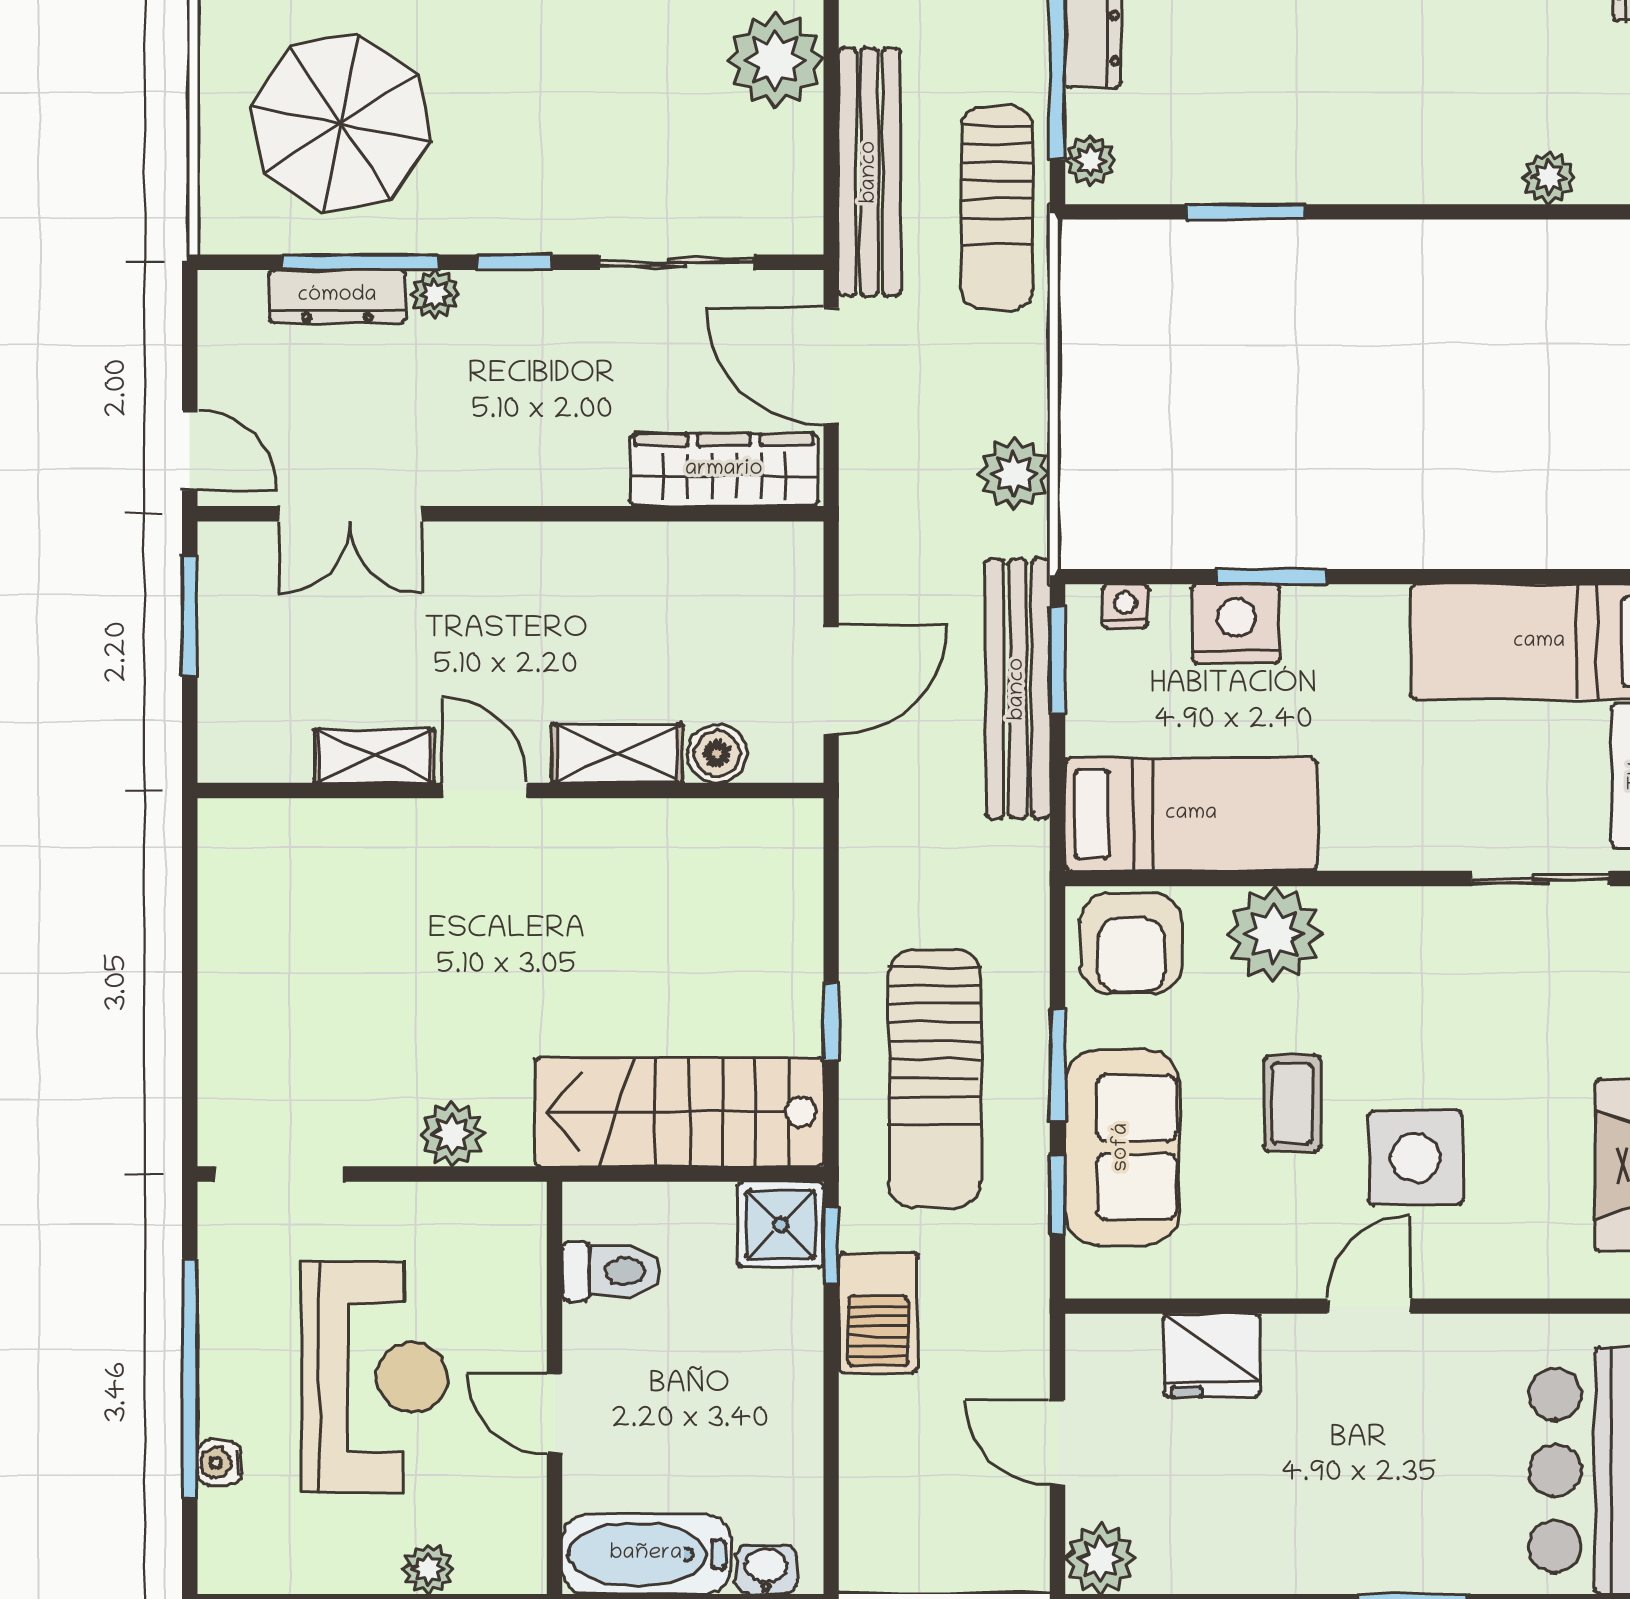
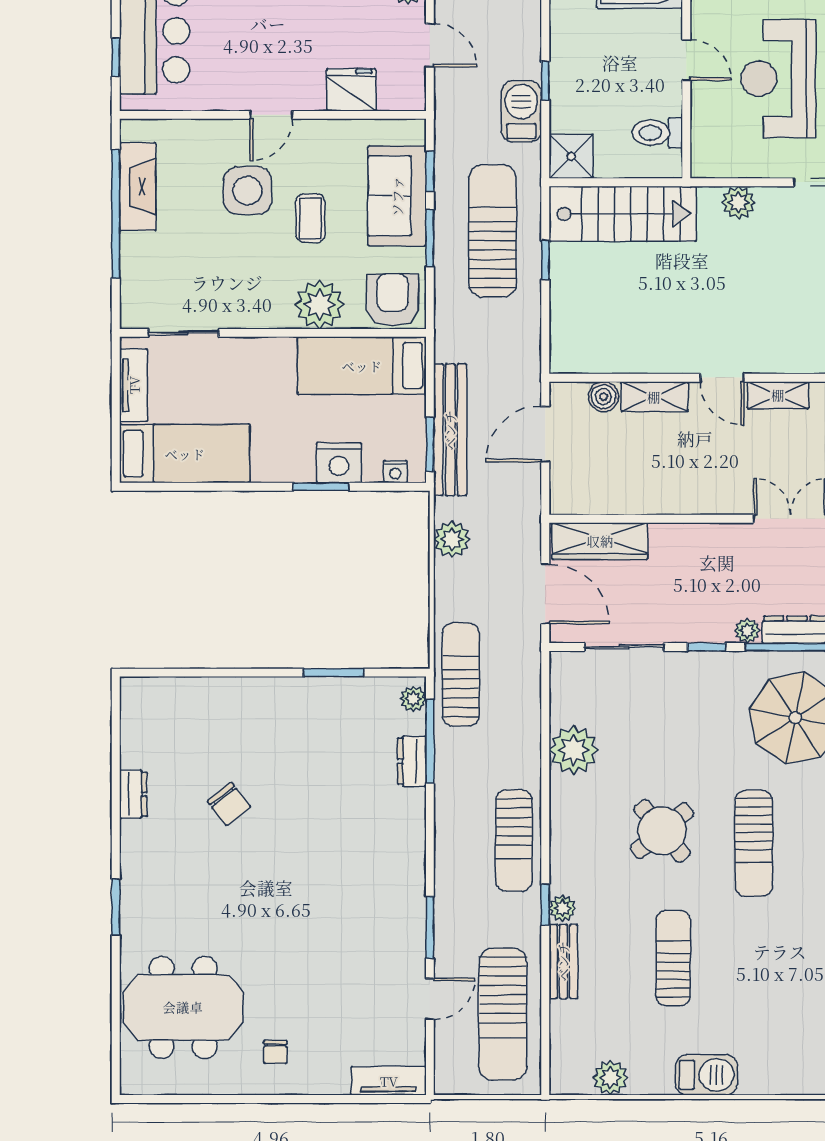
bench: (870, 172) -> (526, 693), removed
plant: (1549, 178) -> (179, 690), removed
window: (831, 1246) -> (545, 81), moved

